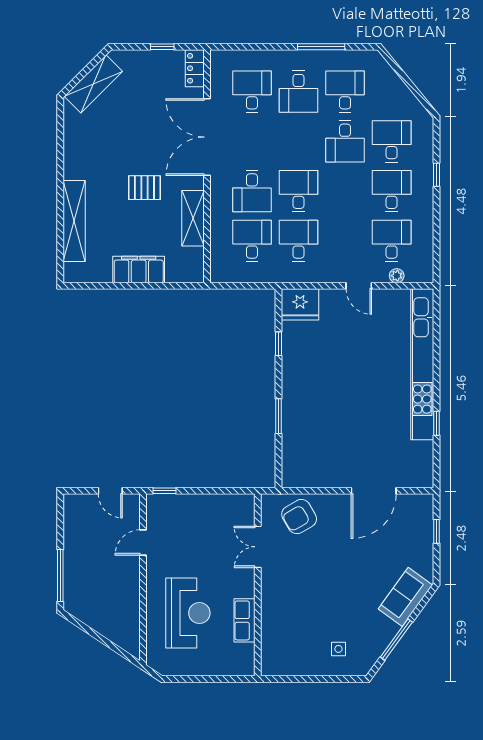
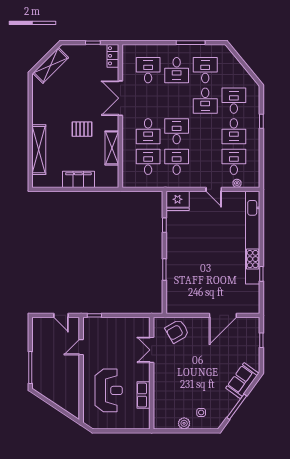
double door: (207, 137) -> (120, 98), width x0.73
desk: (392, 191) -> (234, 131), turned 180
plant: (311, 666) -> (184, 423), added

